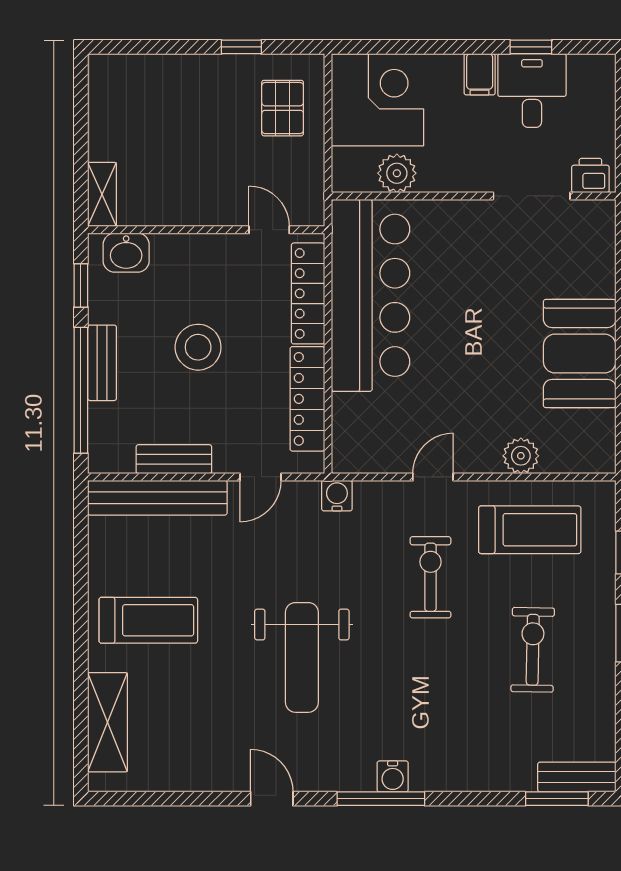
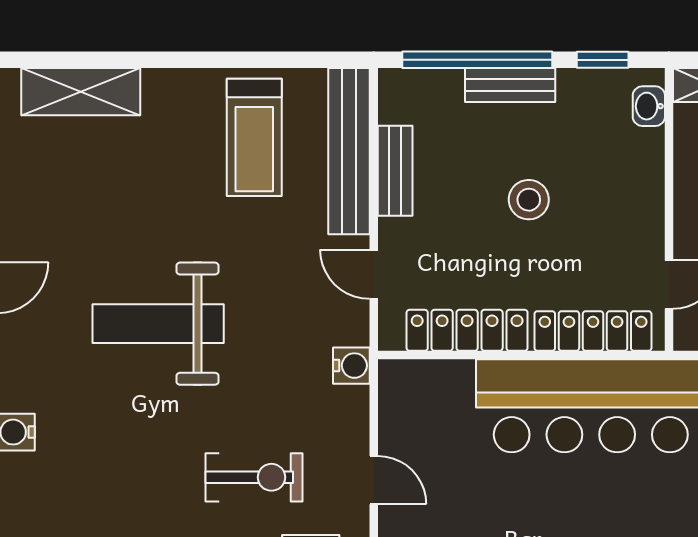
washbasin: (126, 253) -> (649, 106), width x0.72, depth x0.69
stool: (198, 347) -> (529, 200), width x0.73, depth x0.73
treadmill: (148, 620) -> (254, 137), moved

